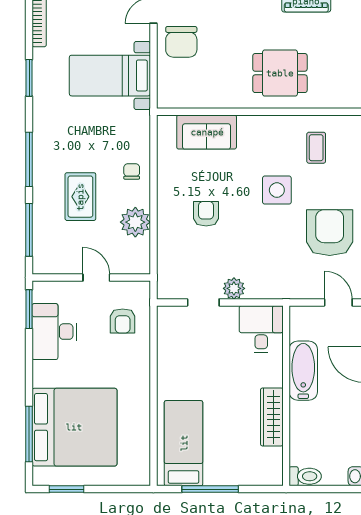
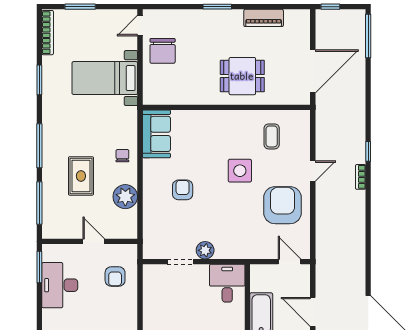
sofa: (207, 132) -> (156, 134), moved, turned -90

